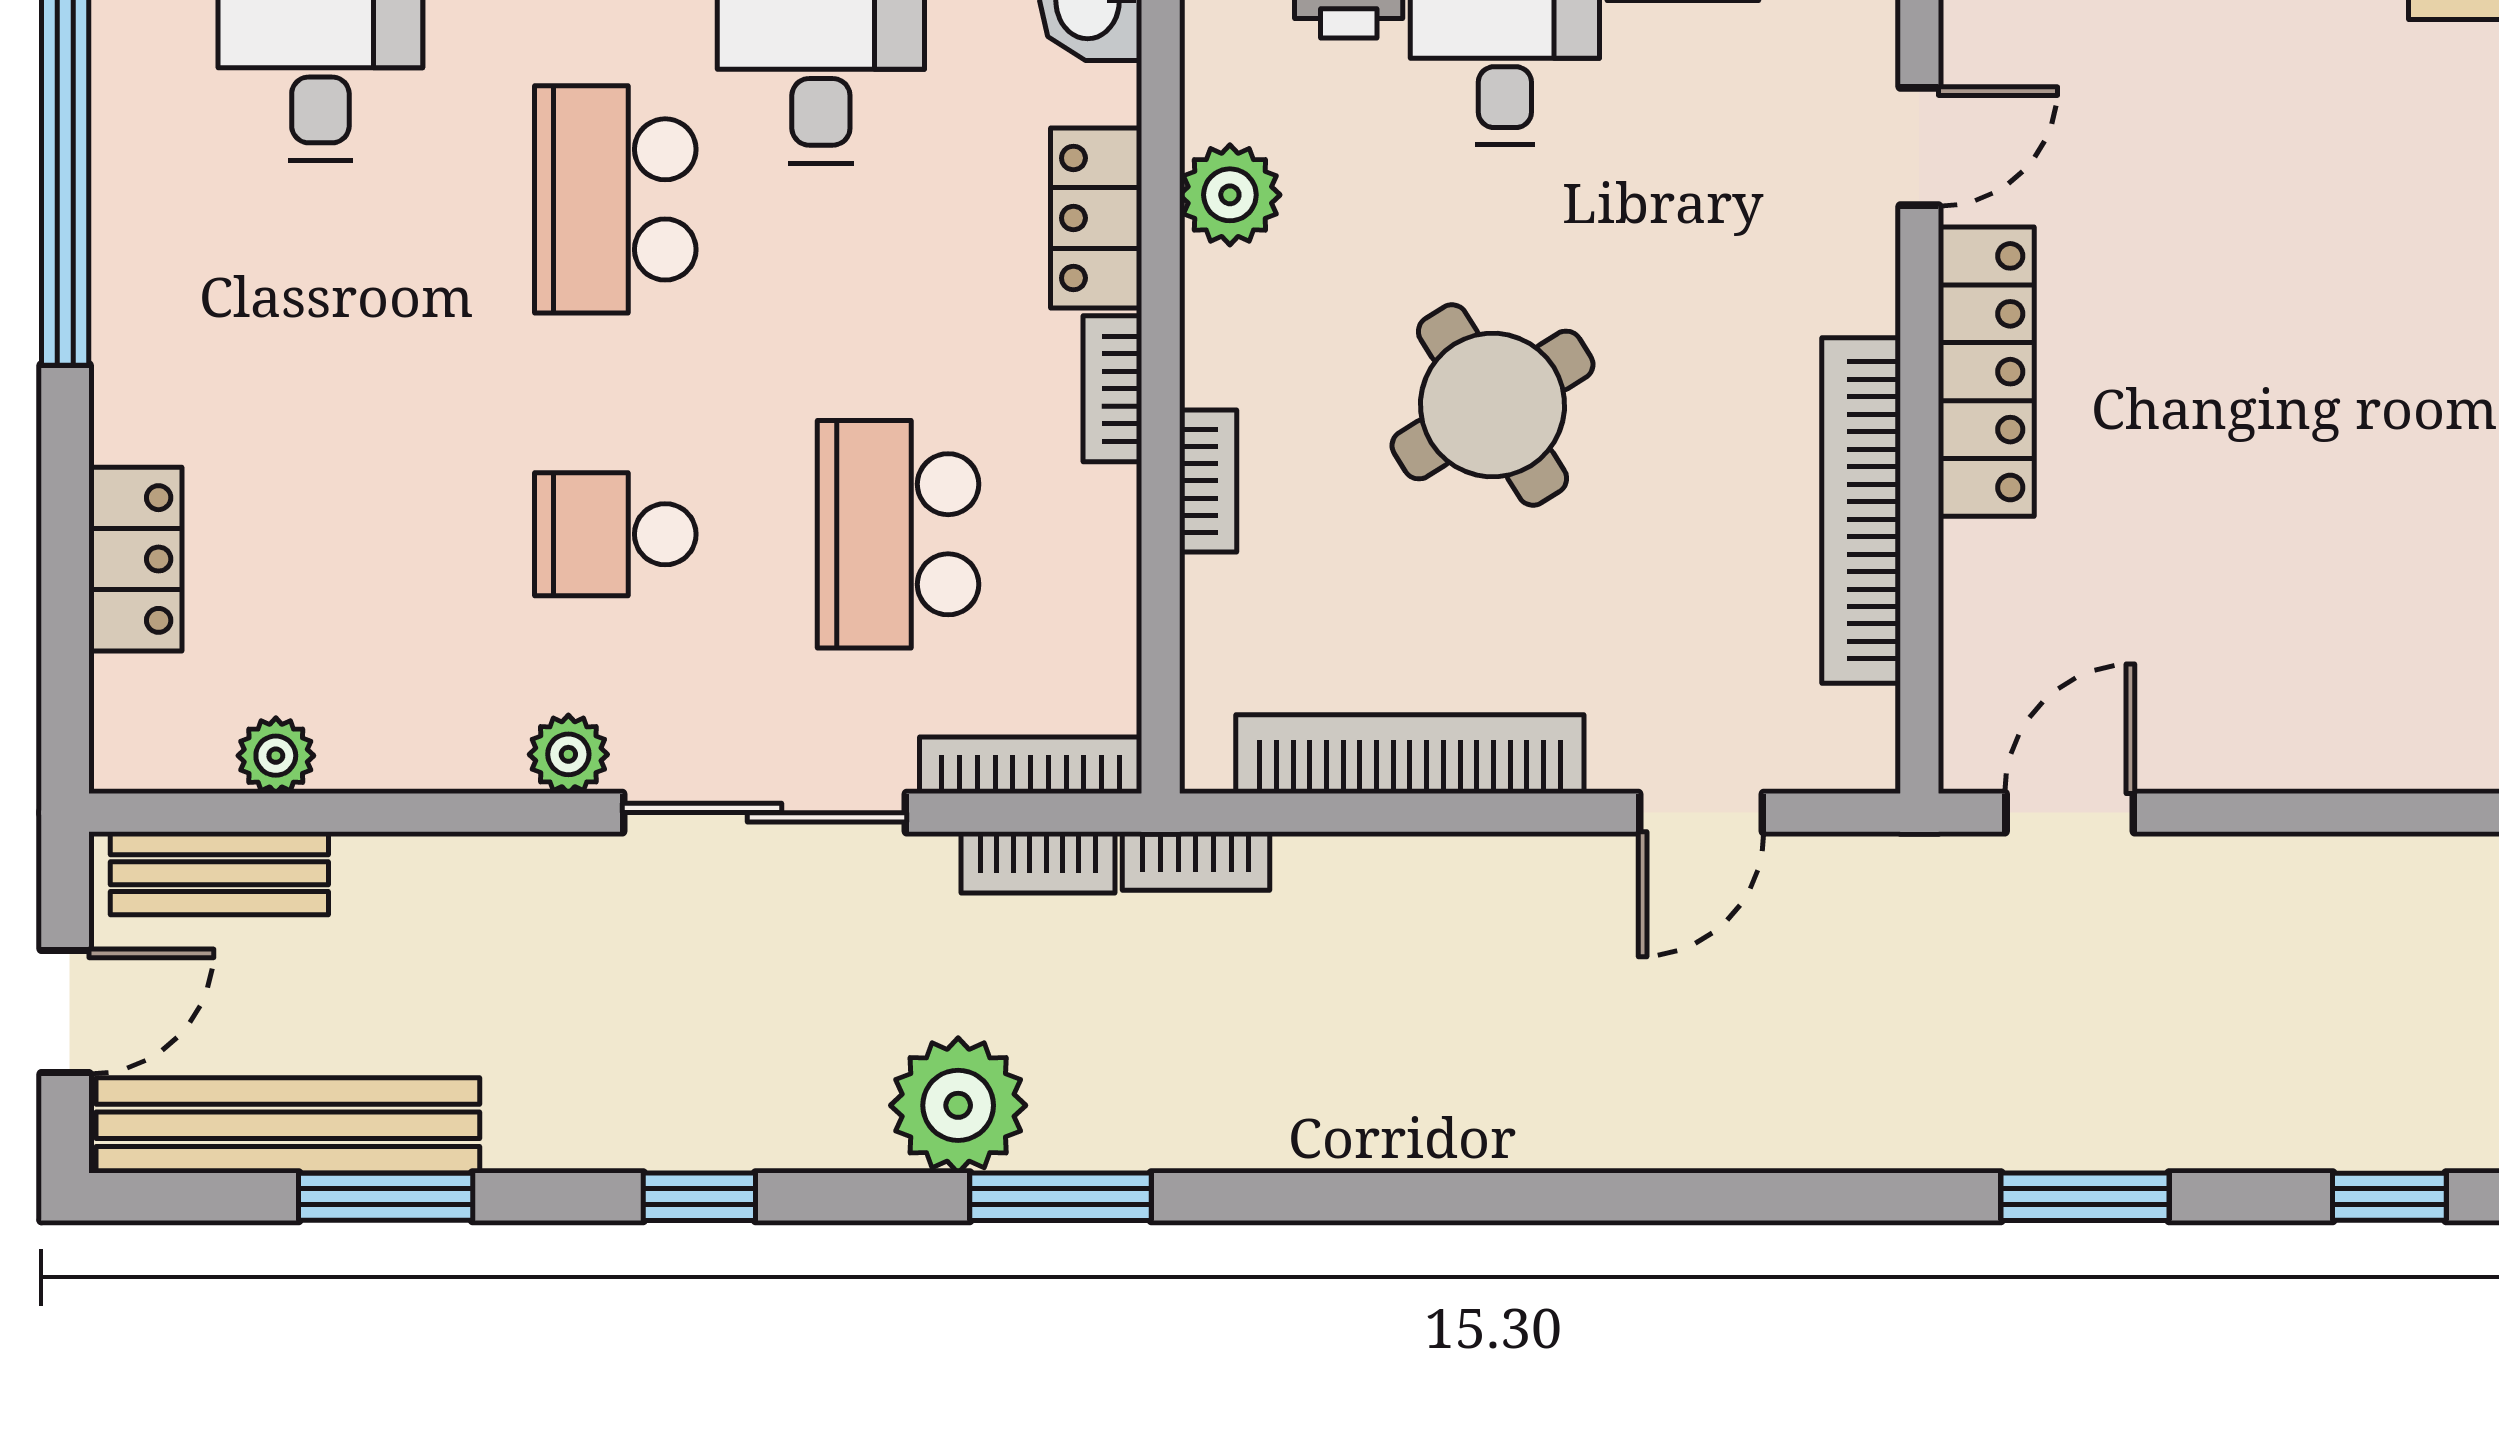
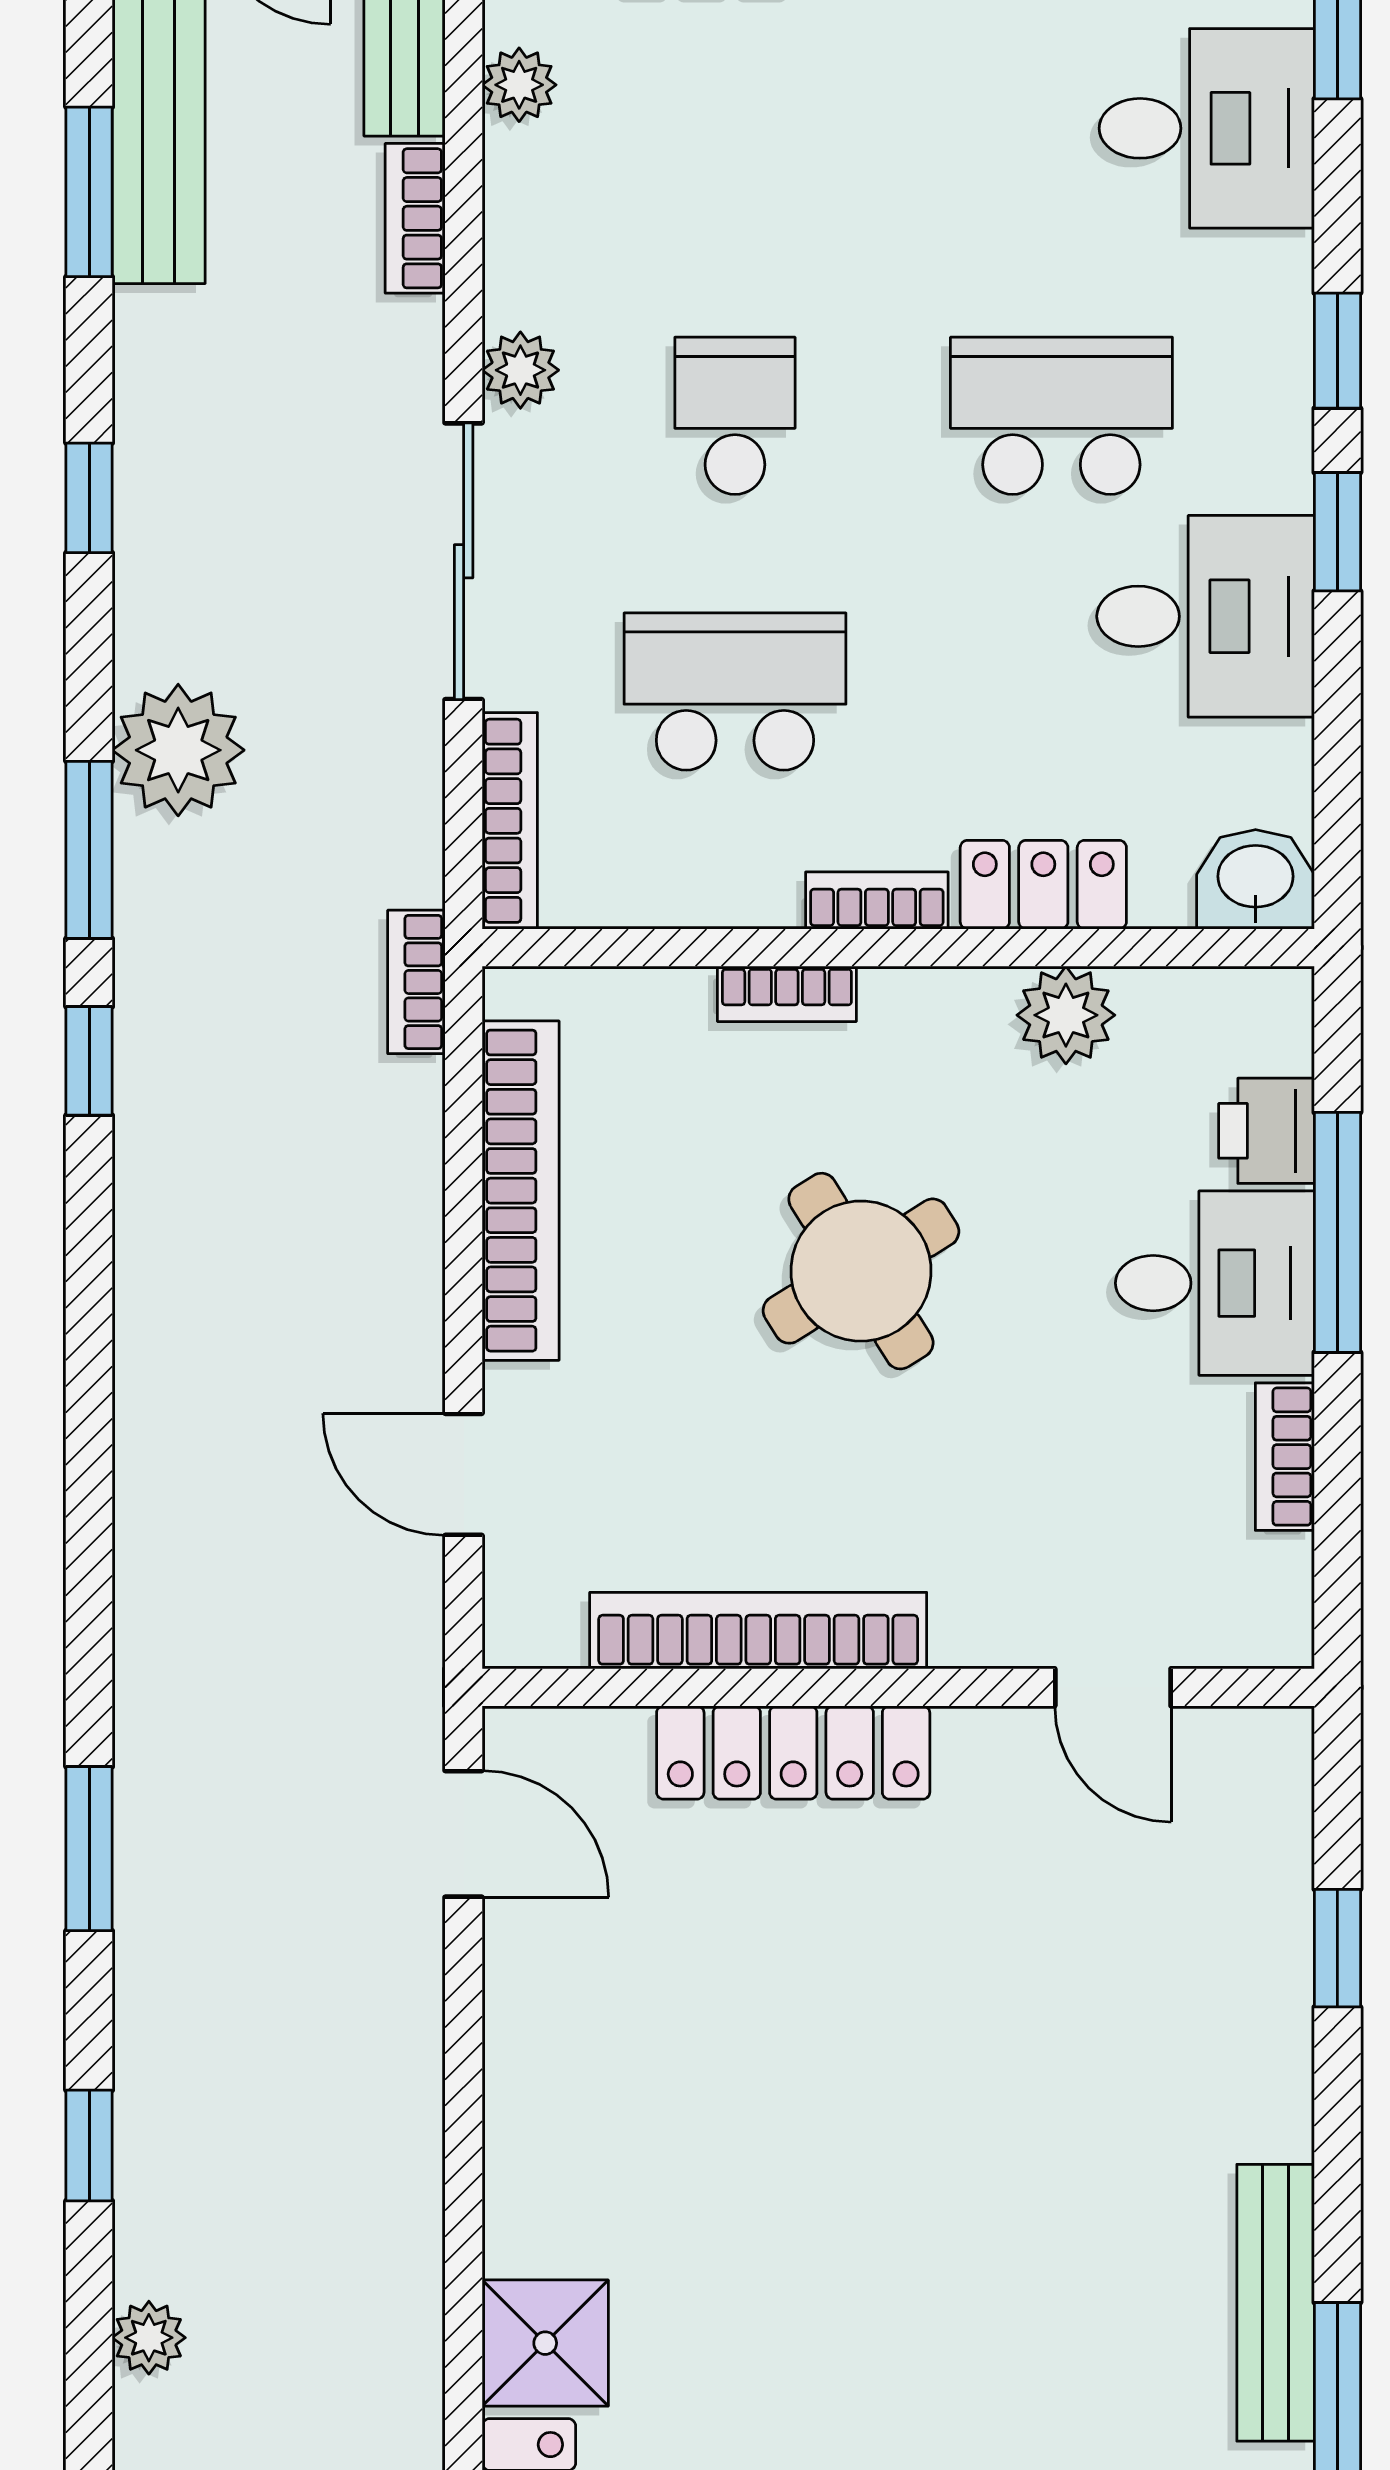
locker: (1986, 372) -> (793, 1753), moved
bookcase: (1038, 862) -> (415, 218), moved
window: (1277, 1197) -> (89, 1061), added

